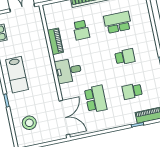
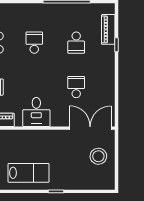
school desk: (96, 99) -> (76, 87), width x0.54
stool: (29, 123) -> (98, 156), moved

